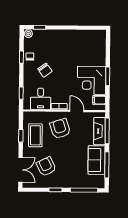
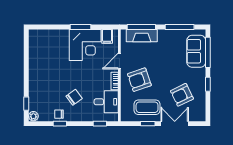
sofa: (97, 160) -> (196, 51), moved, turned 90
double door: (20, 170) -> (175, 124), moved

